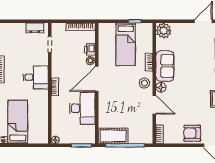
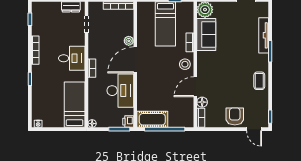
printer: (90, 49) -> (128, 122), moved
sofa: (165, 66) -> (206, 35), moved
floor lamp: (161, 87) -> (202, 102), moved
door: (154, 105) -> (195, 87), swing flipped
bed: (18, 122) -> (75, 105), moved
armchair: (192, 133) -> (235, 116), turned 90

